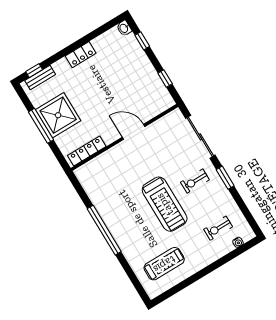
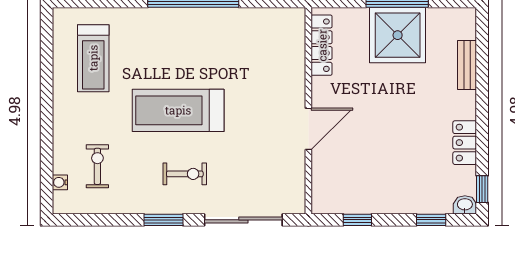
locker: (81, 55) -> (465, 143), moved
window: (34, 71) -> (482, 189), moved
bench: (40, 78) -> (467, 65), moved
exercise bike: (195, 181) -> (185, 174), turned 90

